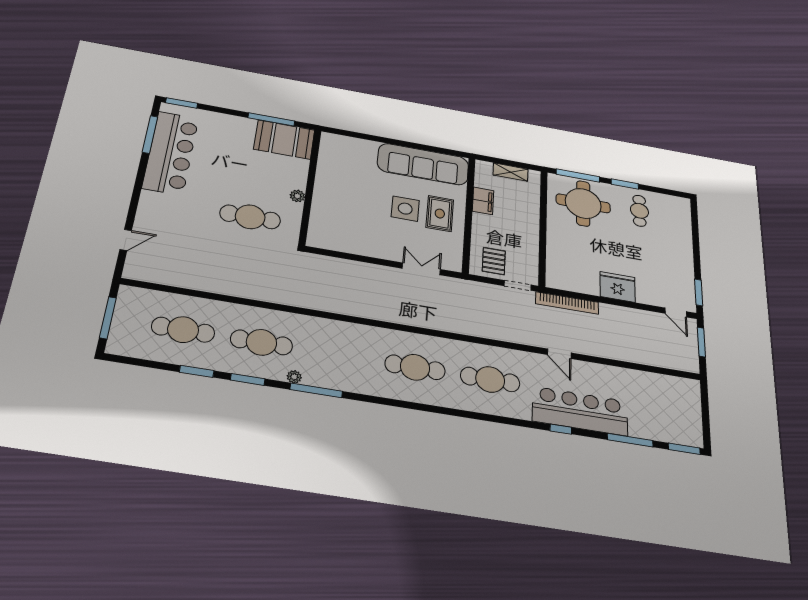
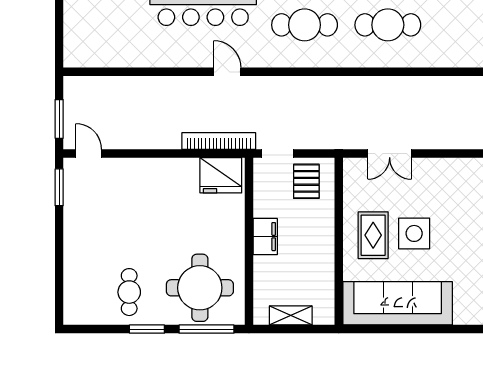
filing cabinet: (483, 201) -> (265, 237), moved, turned 180
fridge: (618, 287) -> (221, 175), moved

